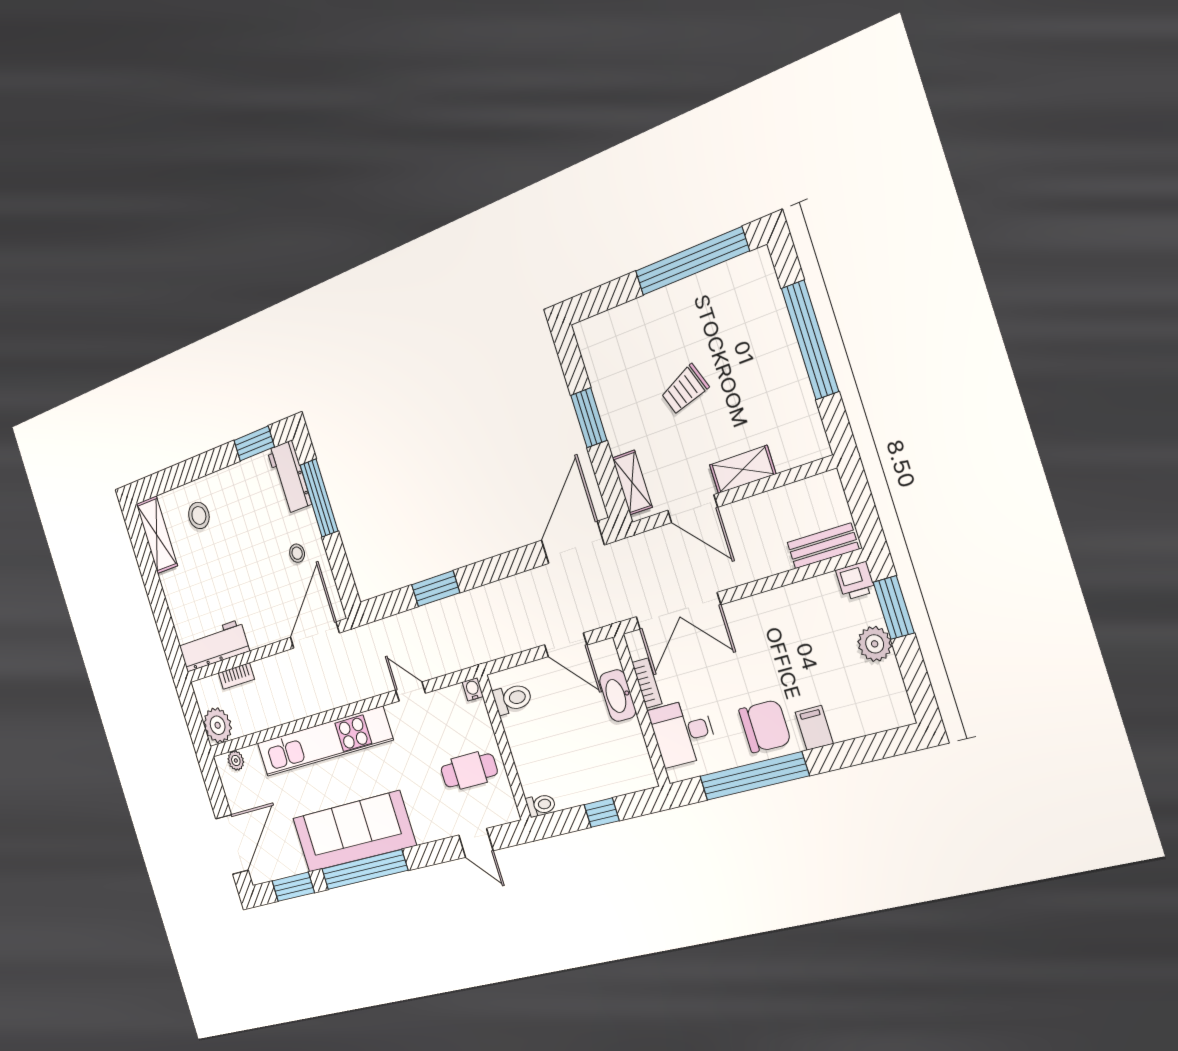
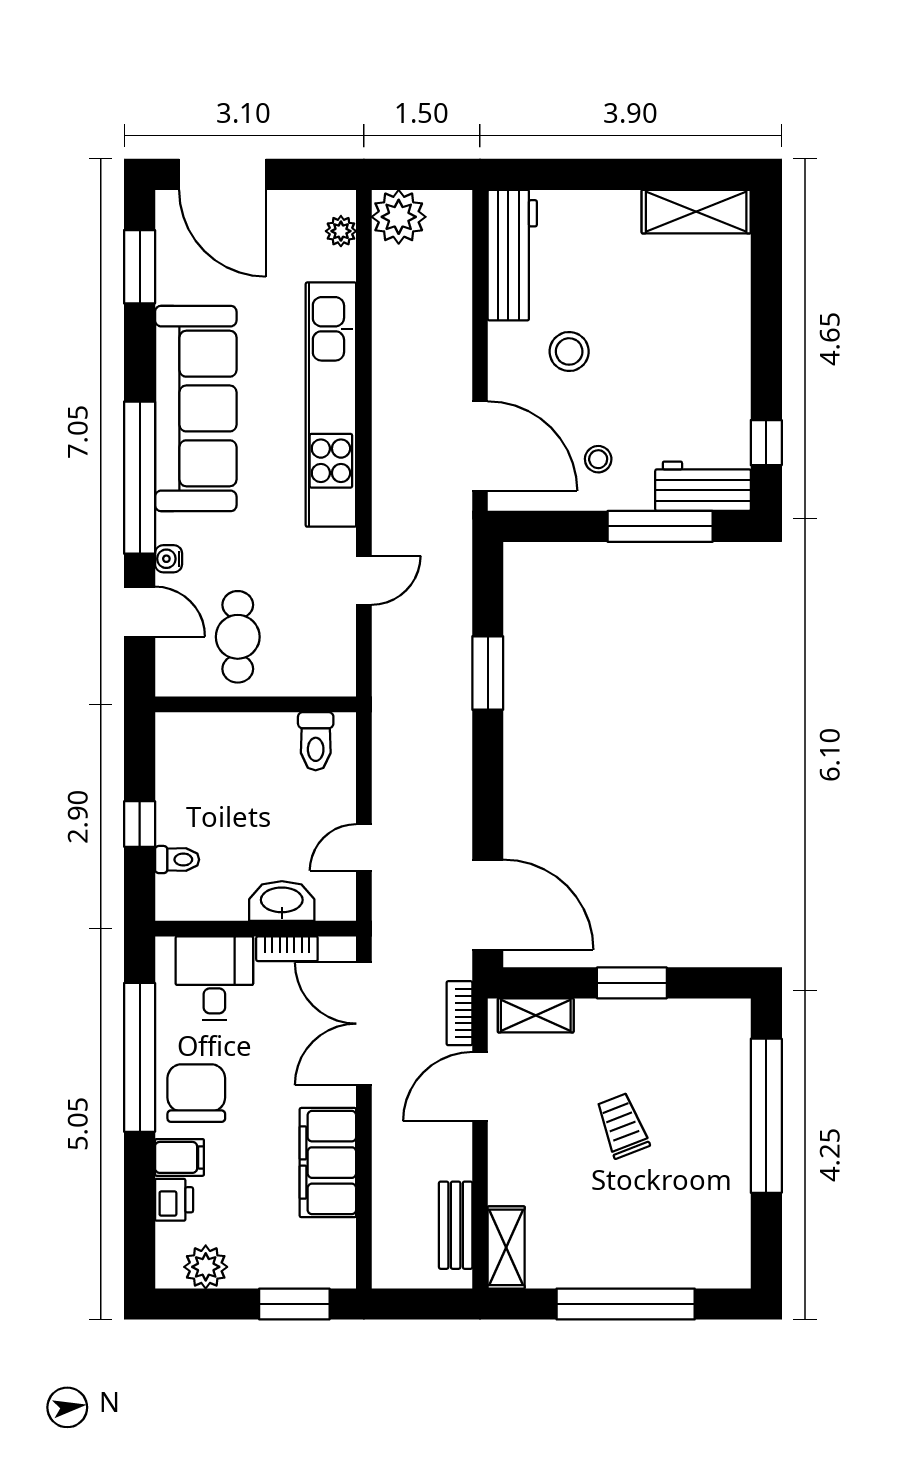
window: (692, 261) -> (766, 1116), moved
window: (254, 444) -> (766, 443), width x0.67
shelving: (743, 469) -> (506, 1247), moved
stool: (199, 515) -> (569, 351), moved
bench: (823, 546) -> (456, 1225), moved
printer: (856, 581) -> (174, 1200), moved, turned 180
filing cabinet: (782, 610) -> (328, 1163), added
plant: (875, 644) -> (206, 1267), moved
door: (566, 645) -> (364, 847), width x0.73
bookcase: (236, 676) -> (459, 1013), moved
water cooler: (473, 689) -> (169, 559), moved, turned 180
chair: (765, 726) -> (196, 1093), turned 180
toilet: (541, 805) -> (177, 860), moved, turned -90
door: (476, 843) -> (140, 612), swing flipped
window: (364, 870) -> (140, 478), moved

